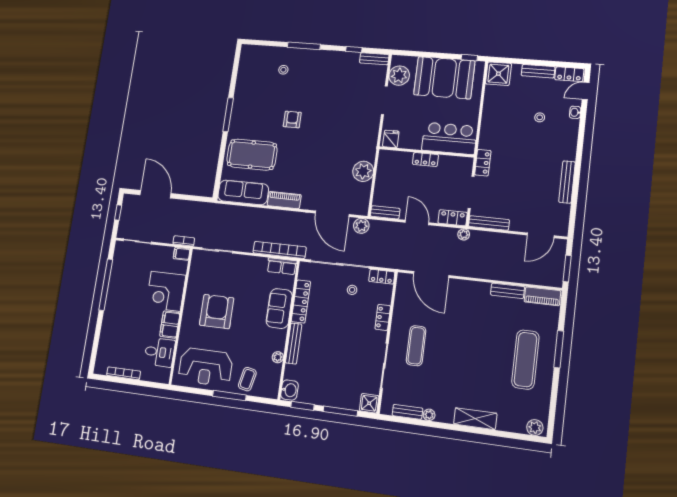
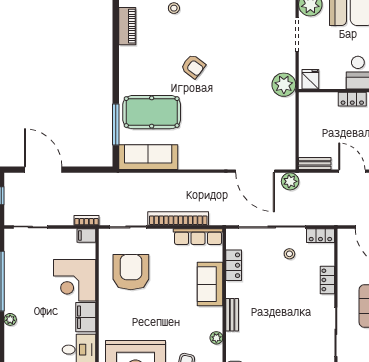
window: (228, 115) -> (116, 125), moved
armchair: (292, 119) -> (193, 66), turned 127
plant: (363, 171) -> (284, 85), moved
piano: (284, 200) -> (127, 26), moved, turned 90
bookcase: (280, 250) -> (178, 219), moved
row of seats: (282, 266) -> (198, 237), width x1.48
locker: (301, 301) -> (234, 265), width x0.66
armchair: (217, 312) -> (131, 272), moved
plant: (108, 318) -> (10, 319), added
bench: (294, 344) -> (232, 315), width x0.73

